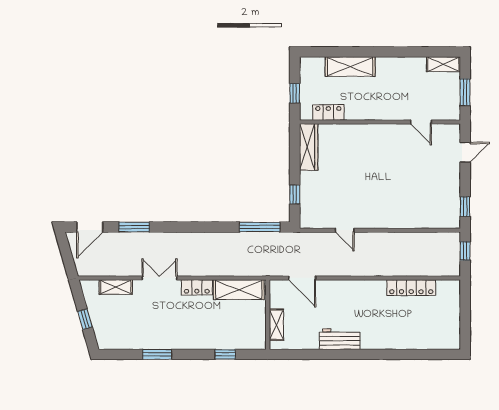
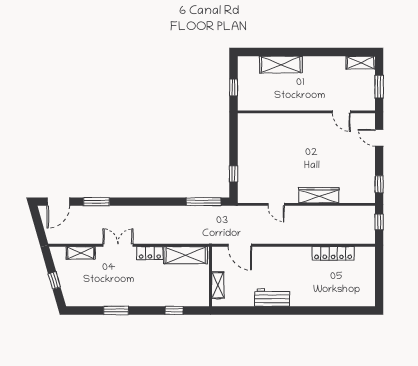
locker: (328, 112) -> (262, 104), removed
wardrobe: (309, 147) -> (319, 195), moved, turned -90
door: (465, 152) -> (379, 138), swing flipped

